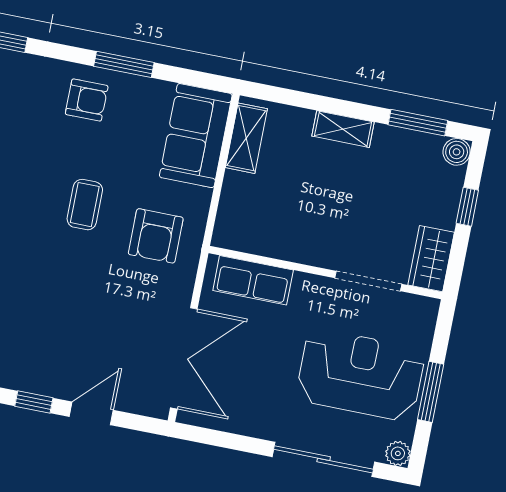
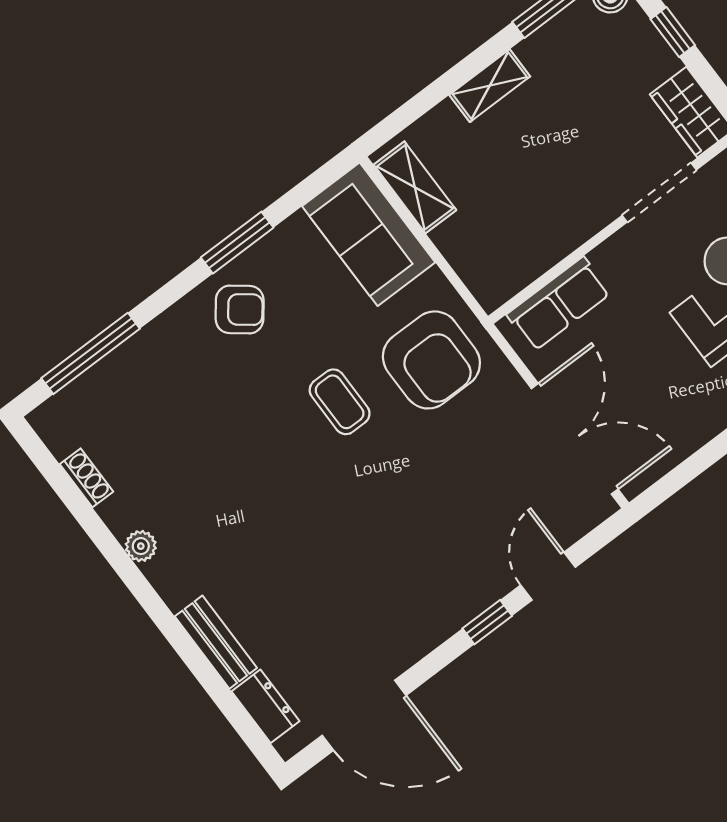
armchair: (87, 100) -> (240, 310), turned 38
armchair: (156, 236) -> (431, 360), width x1.36, depth x1.36

